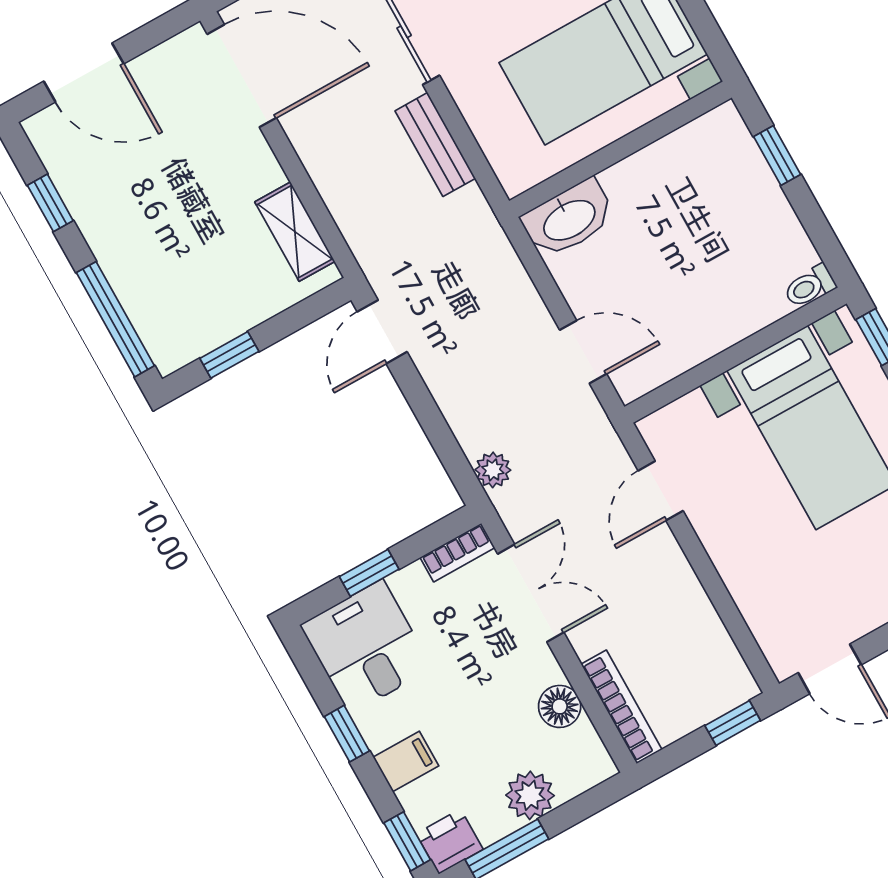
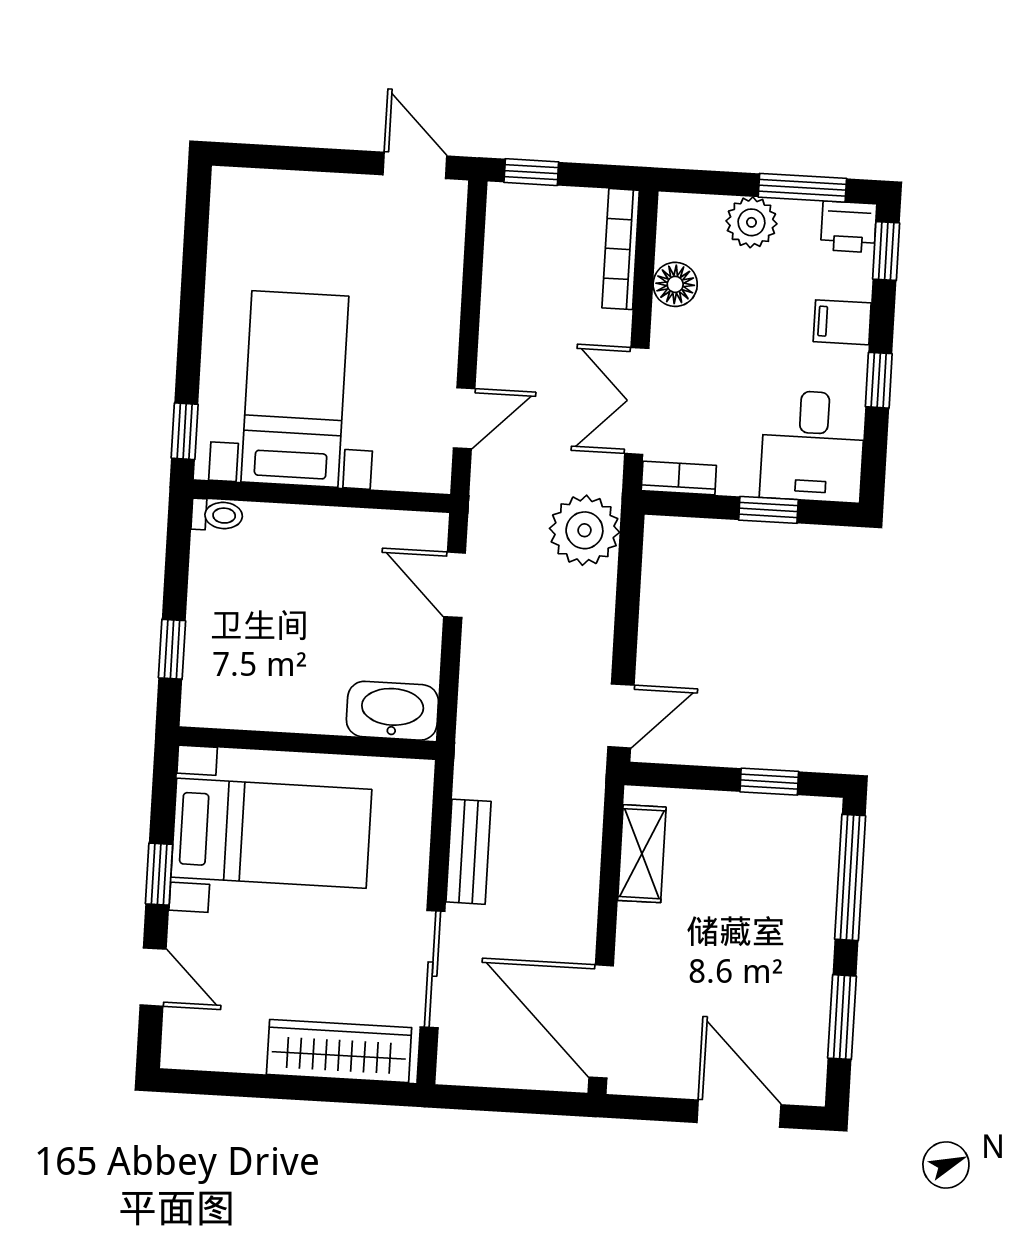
window: (50, 203) -> (842, 1017), width x1.50
plant: (493, 470) -> (584, 530), width x1.88, depth x1.88

